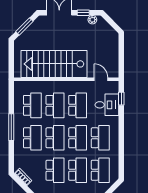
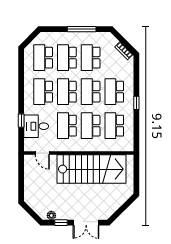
window: (24, 27) -> (123, 208), removed
window: (121, 99) -> (21, 121), moved
window: (11, 127) -> (136, 103), width x0.46

